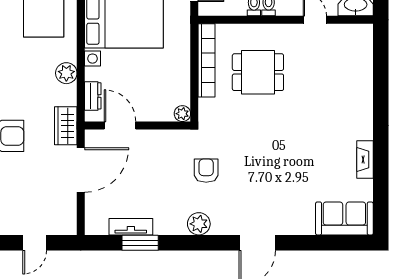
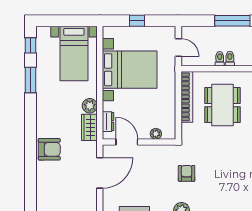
dining table: (258, 72) -> (223, 105), width x1.38
plant: (182, 114) -> (156, 134), moved
wardrobe: (66, 126) -> (89, 127), moved

